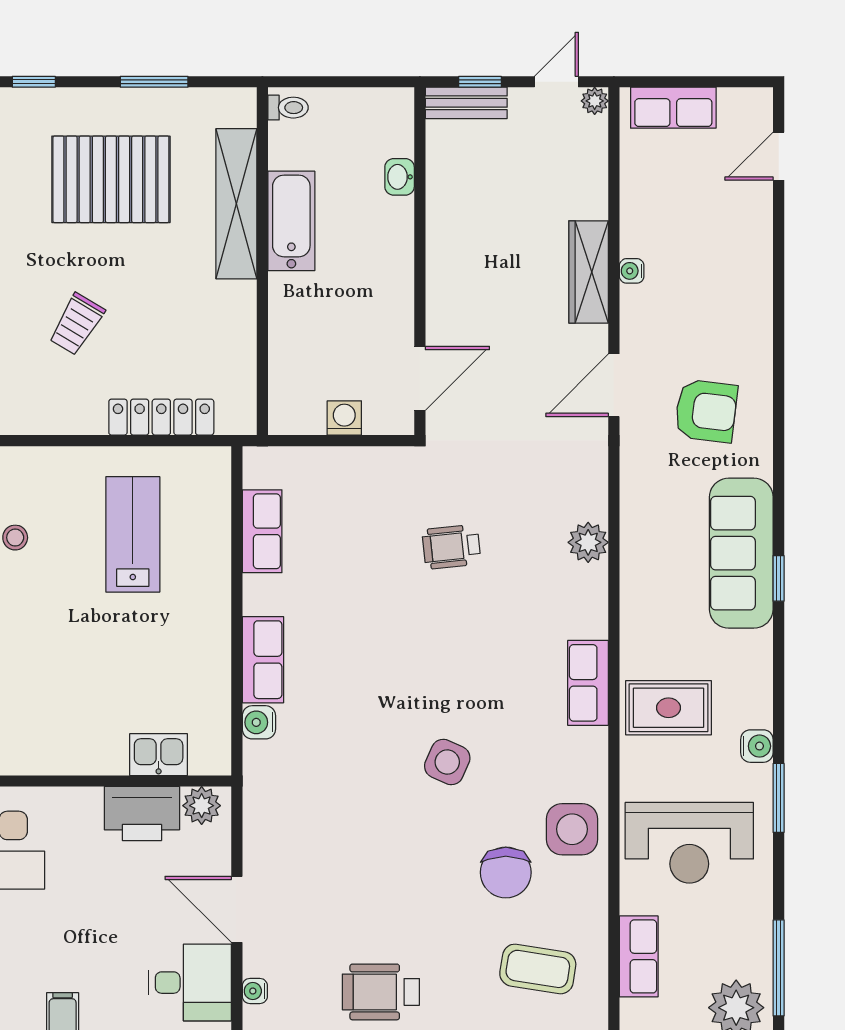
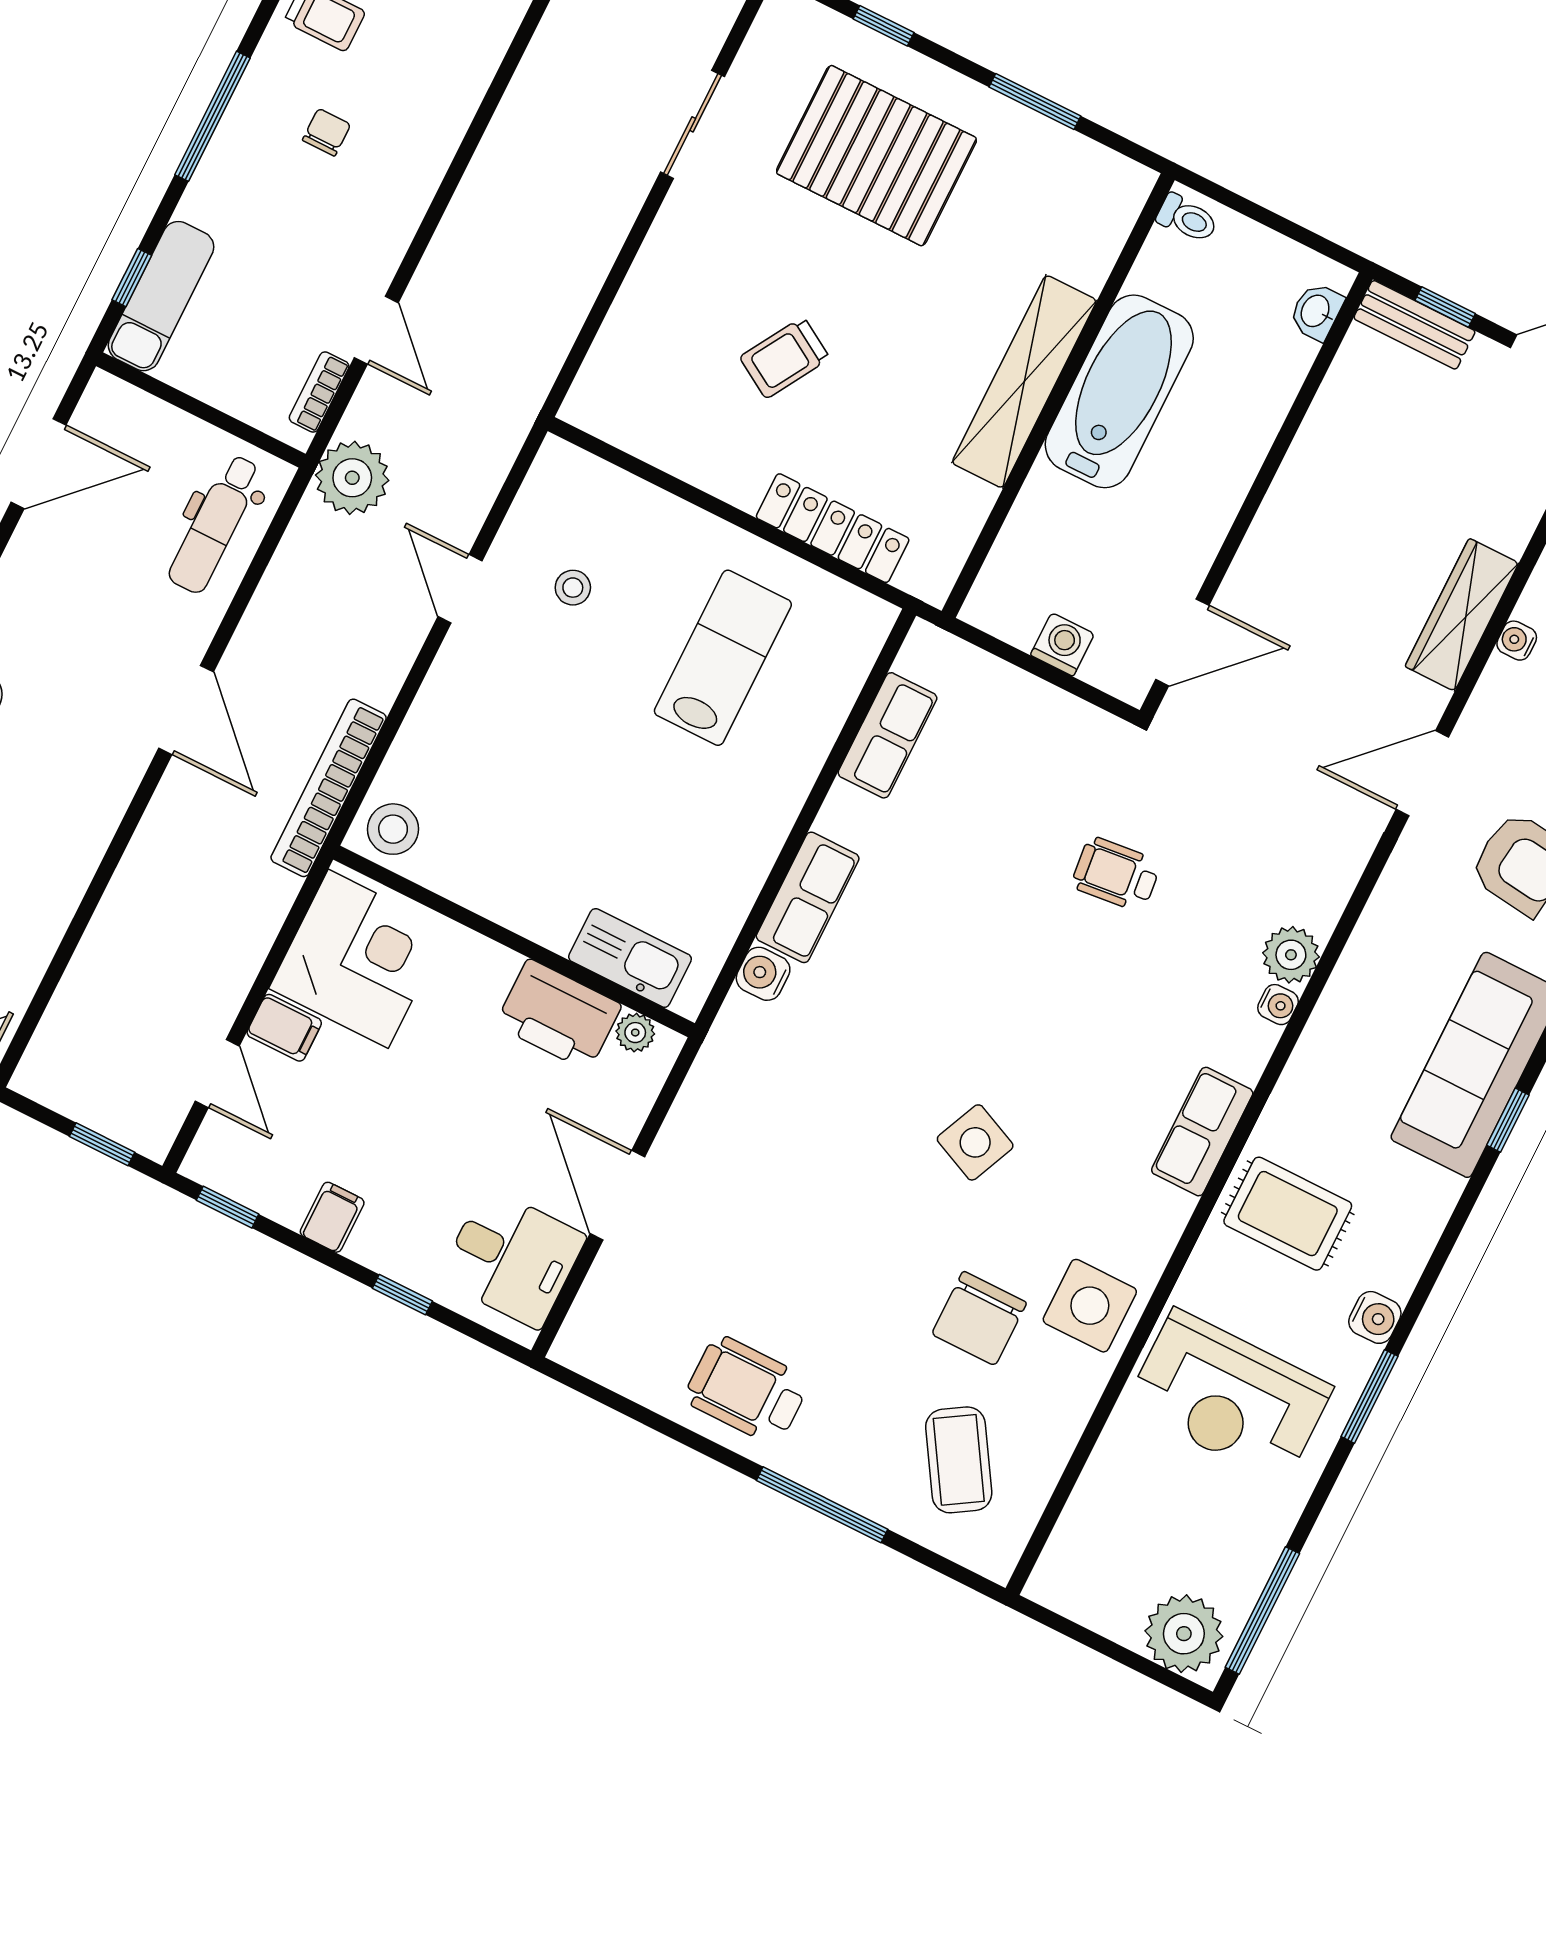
washbasin: (400, 177) -> (1316, 311), moved
pallet: (111, 179) -> (876, 156), moved
shelving: (236, 204) -> (1024, 382), moved
bathtub: (291, 221) -> (1119, 391), width x1.36, depth x1.36
kitchen sink: (159, 755) -> (630, 958), width x1.38
plant: (202, 806) -> (635, 1033), width x0.73, depth x0.73
row of seats: (639, 956) -> (1094, 1508), removed
coffee table: (538, 969) -> (959, 1460), turned 49
water cooler: (255, 991) -> (1278, 1005), moved, turned 180

